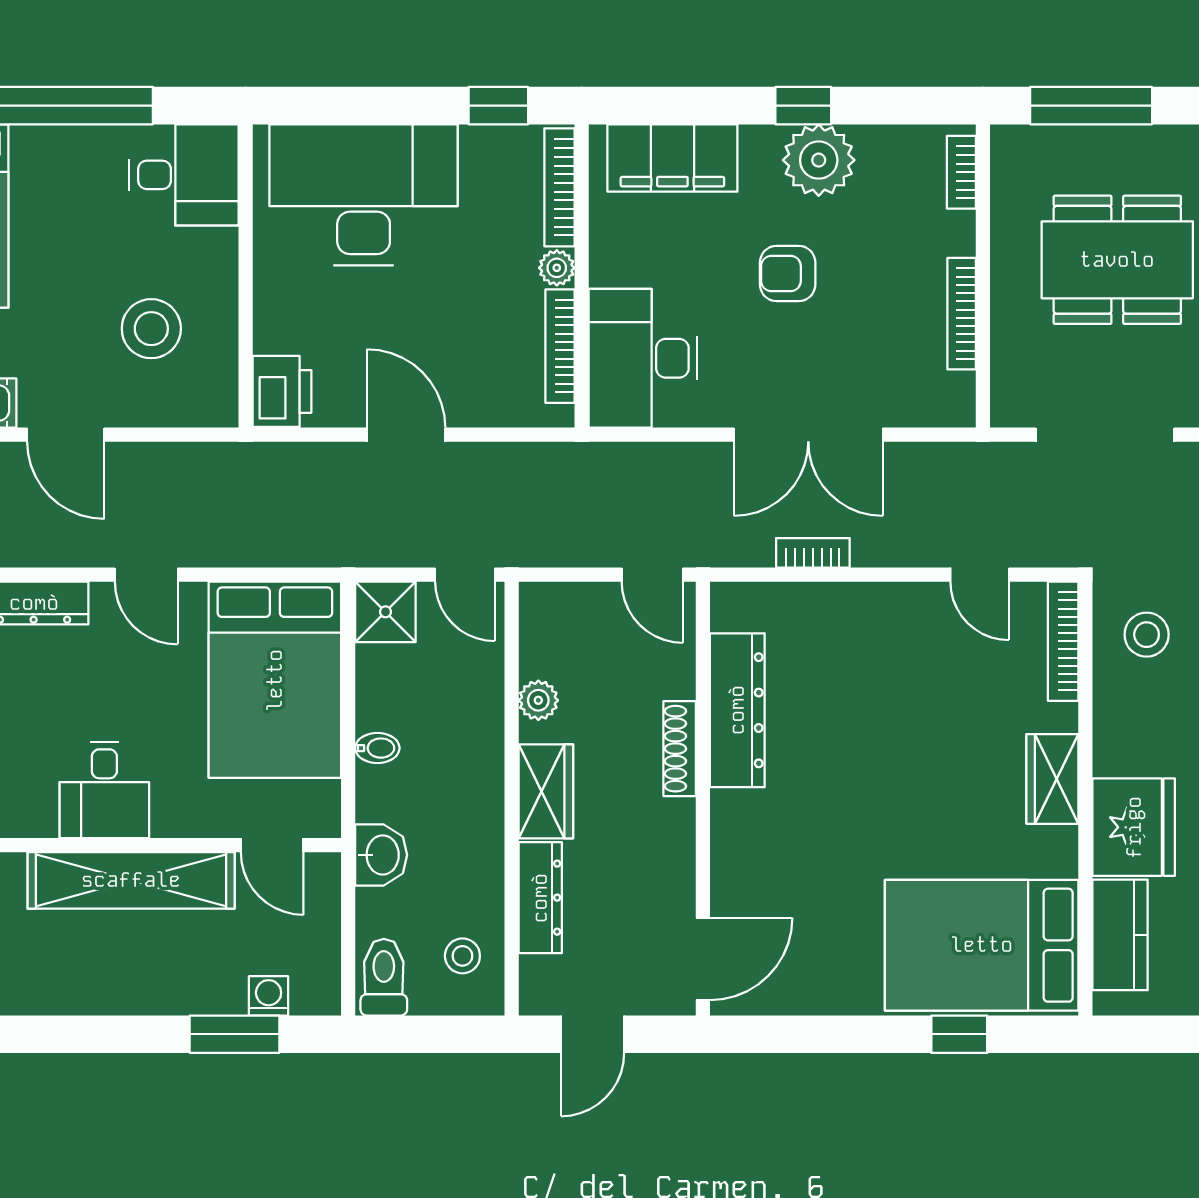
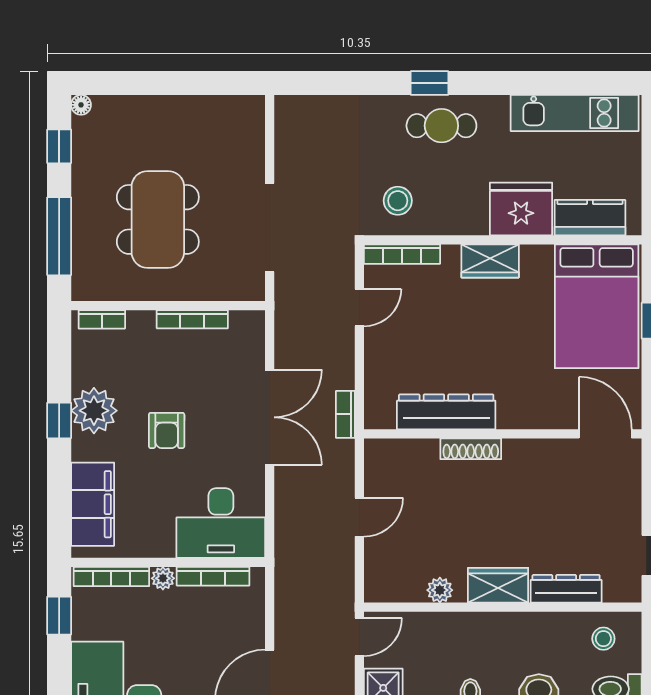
dresser: (737, 710) -> (446, 412), moved
shoe rack: (680, 749) -> (471, 449), moved
wall: (703, 799) -> (503, 434), moved
door: (703, 959) -> (605, 434), moved

